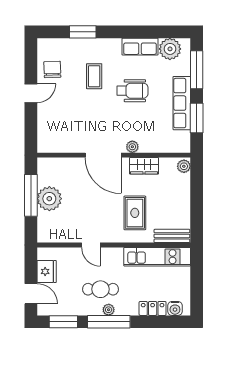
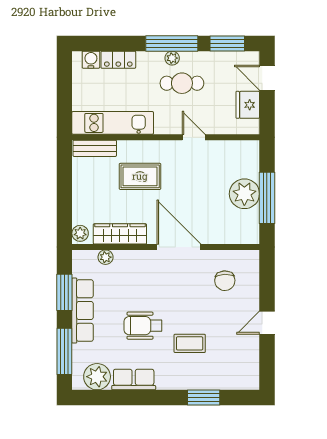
chair: (52, 69) -> (225, 281), moved
coffee table: (94, 76) -> (190, 343), turned 90
plant: (132, 147) -> (106, 257), moved
wardrobe: (144, 166) -> (120, 234), width x1.50
rug: (135, 213) -> (140, 176), turned 90

